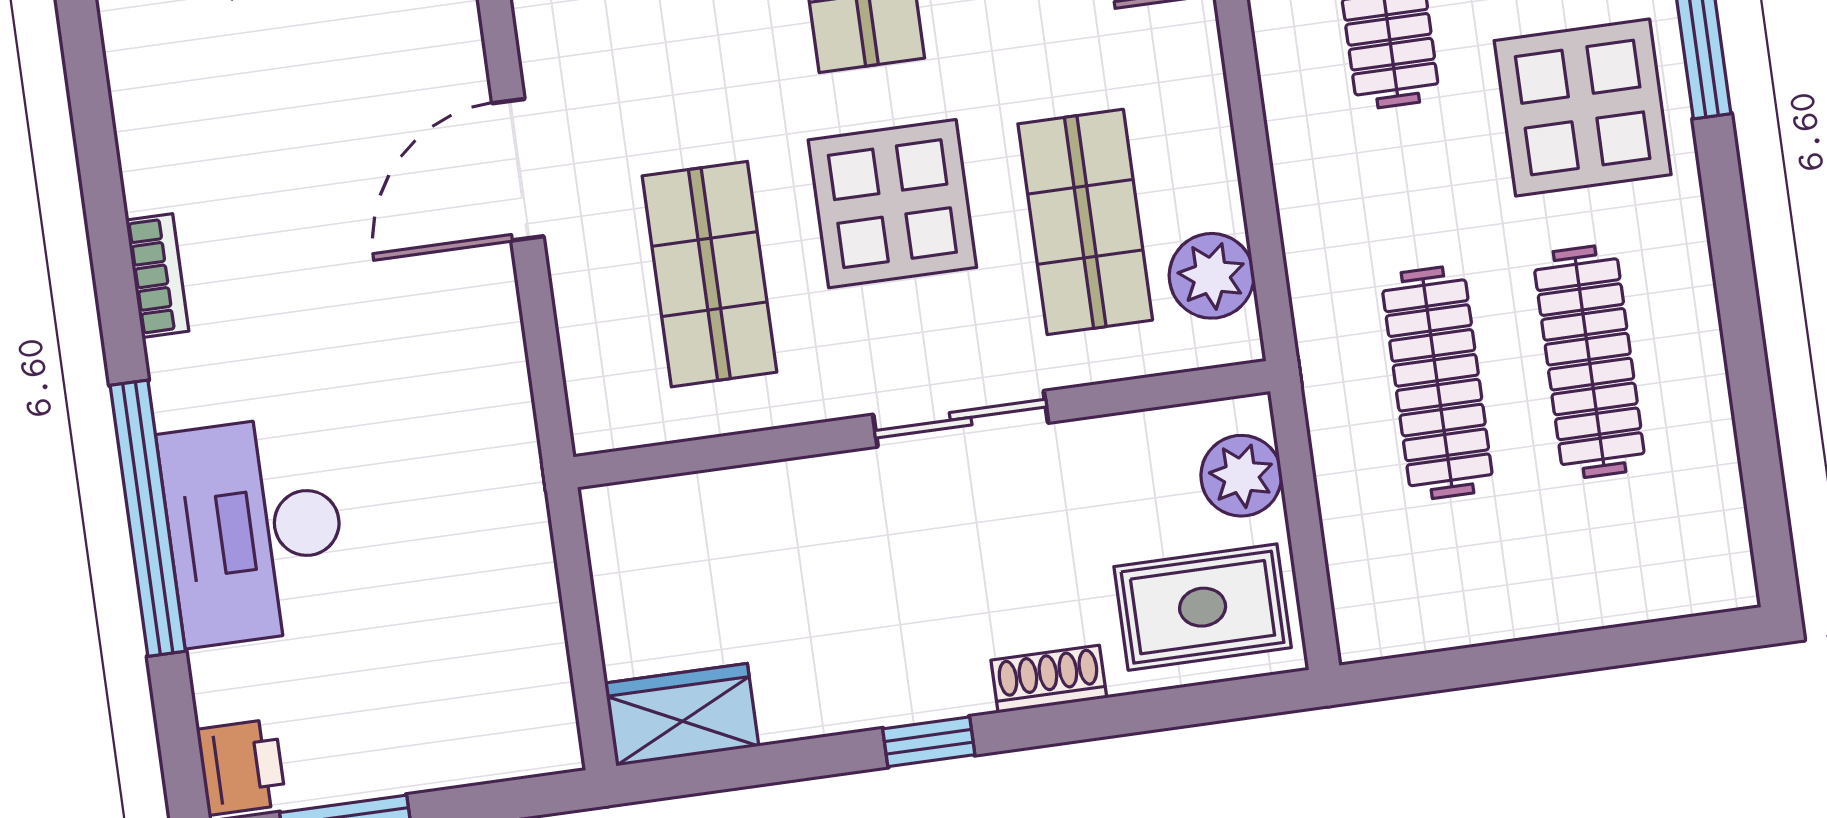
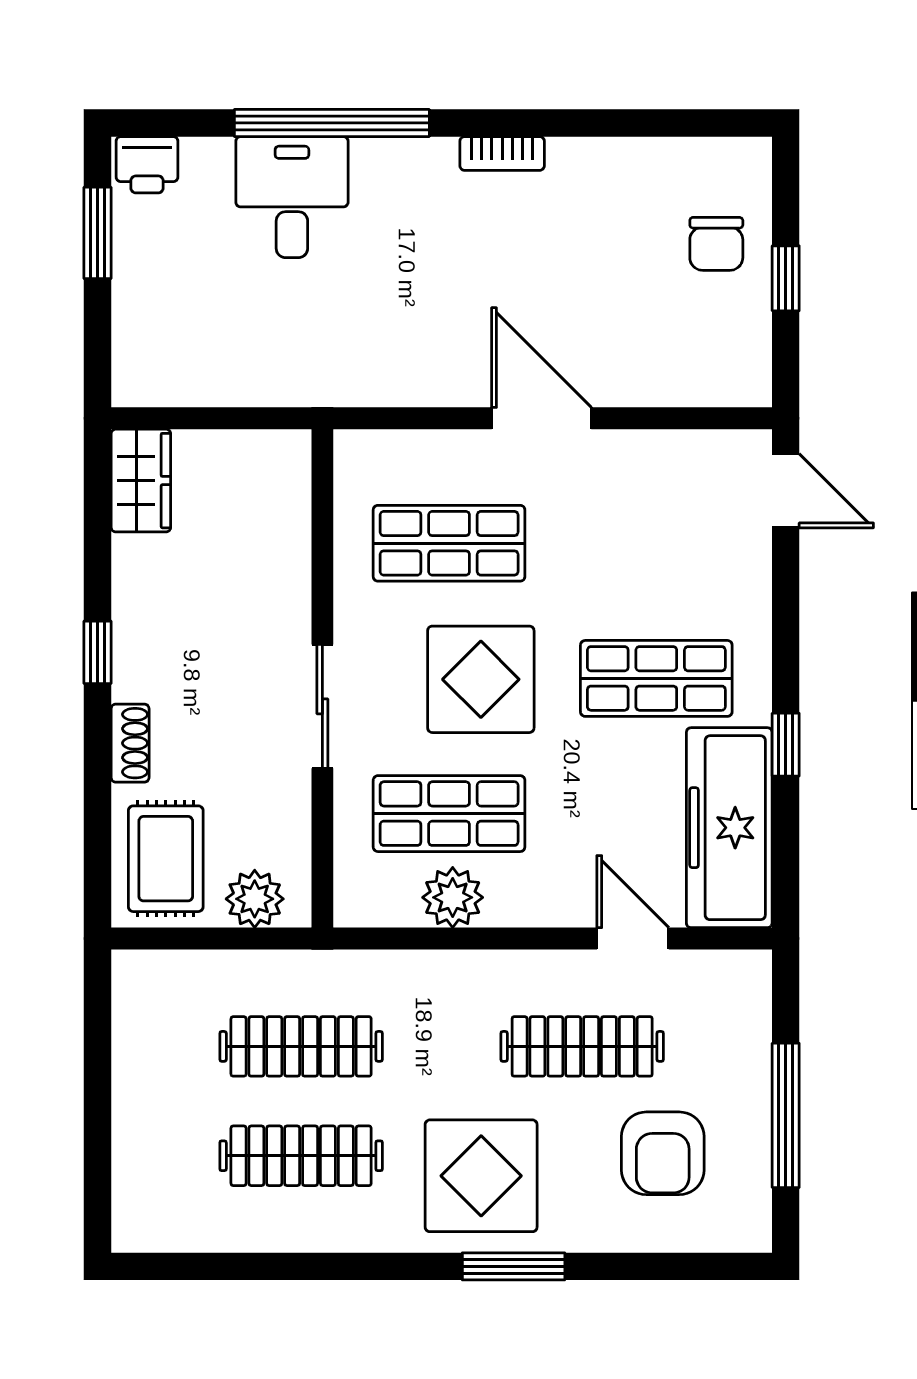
plant: (1212, 276) -> (453, 897), moved
desk: (254, 530) -> (292, 197), width x0.73

